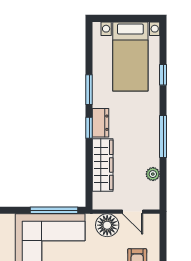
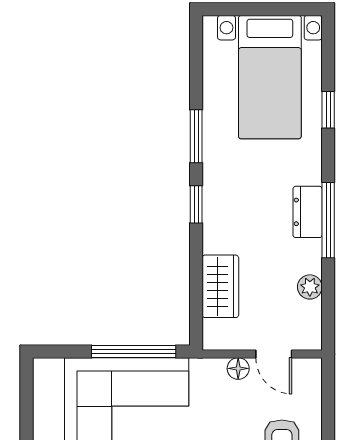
dresser: (101, 123) -> (308, 212), moved, turned 180
wardrobe: (103, 165) -> (220, 286), width x0.67
floor lamp: (107, 225) -> (238, 368), width x0.53, depth x0.53

